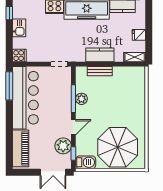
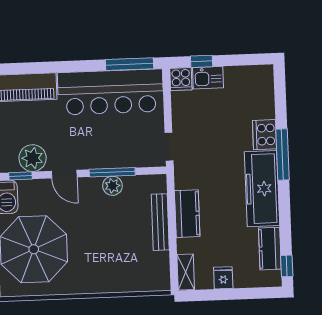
window: (9, 13) -> (202, 61), moved
kitchen sink: (19, 28) -> (208, 78), moved
bench: (100, 71) -> (160, 222), width x1.36

